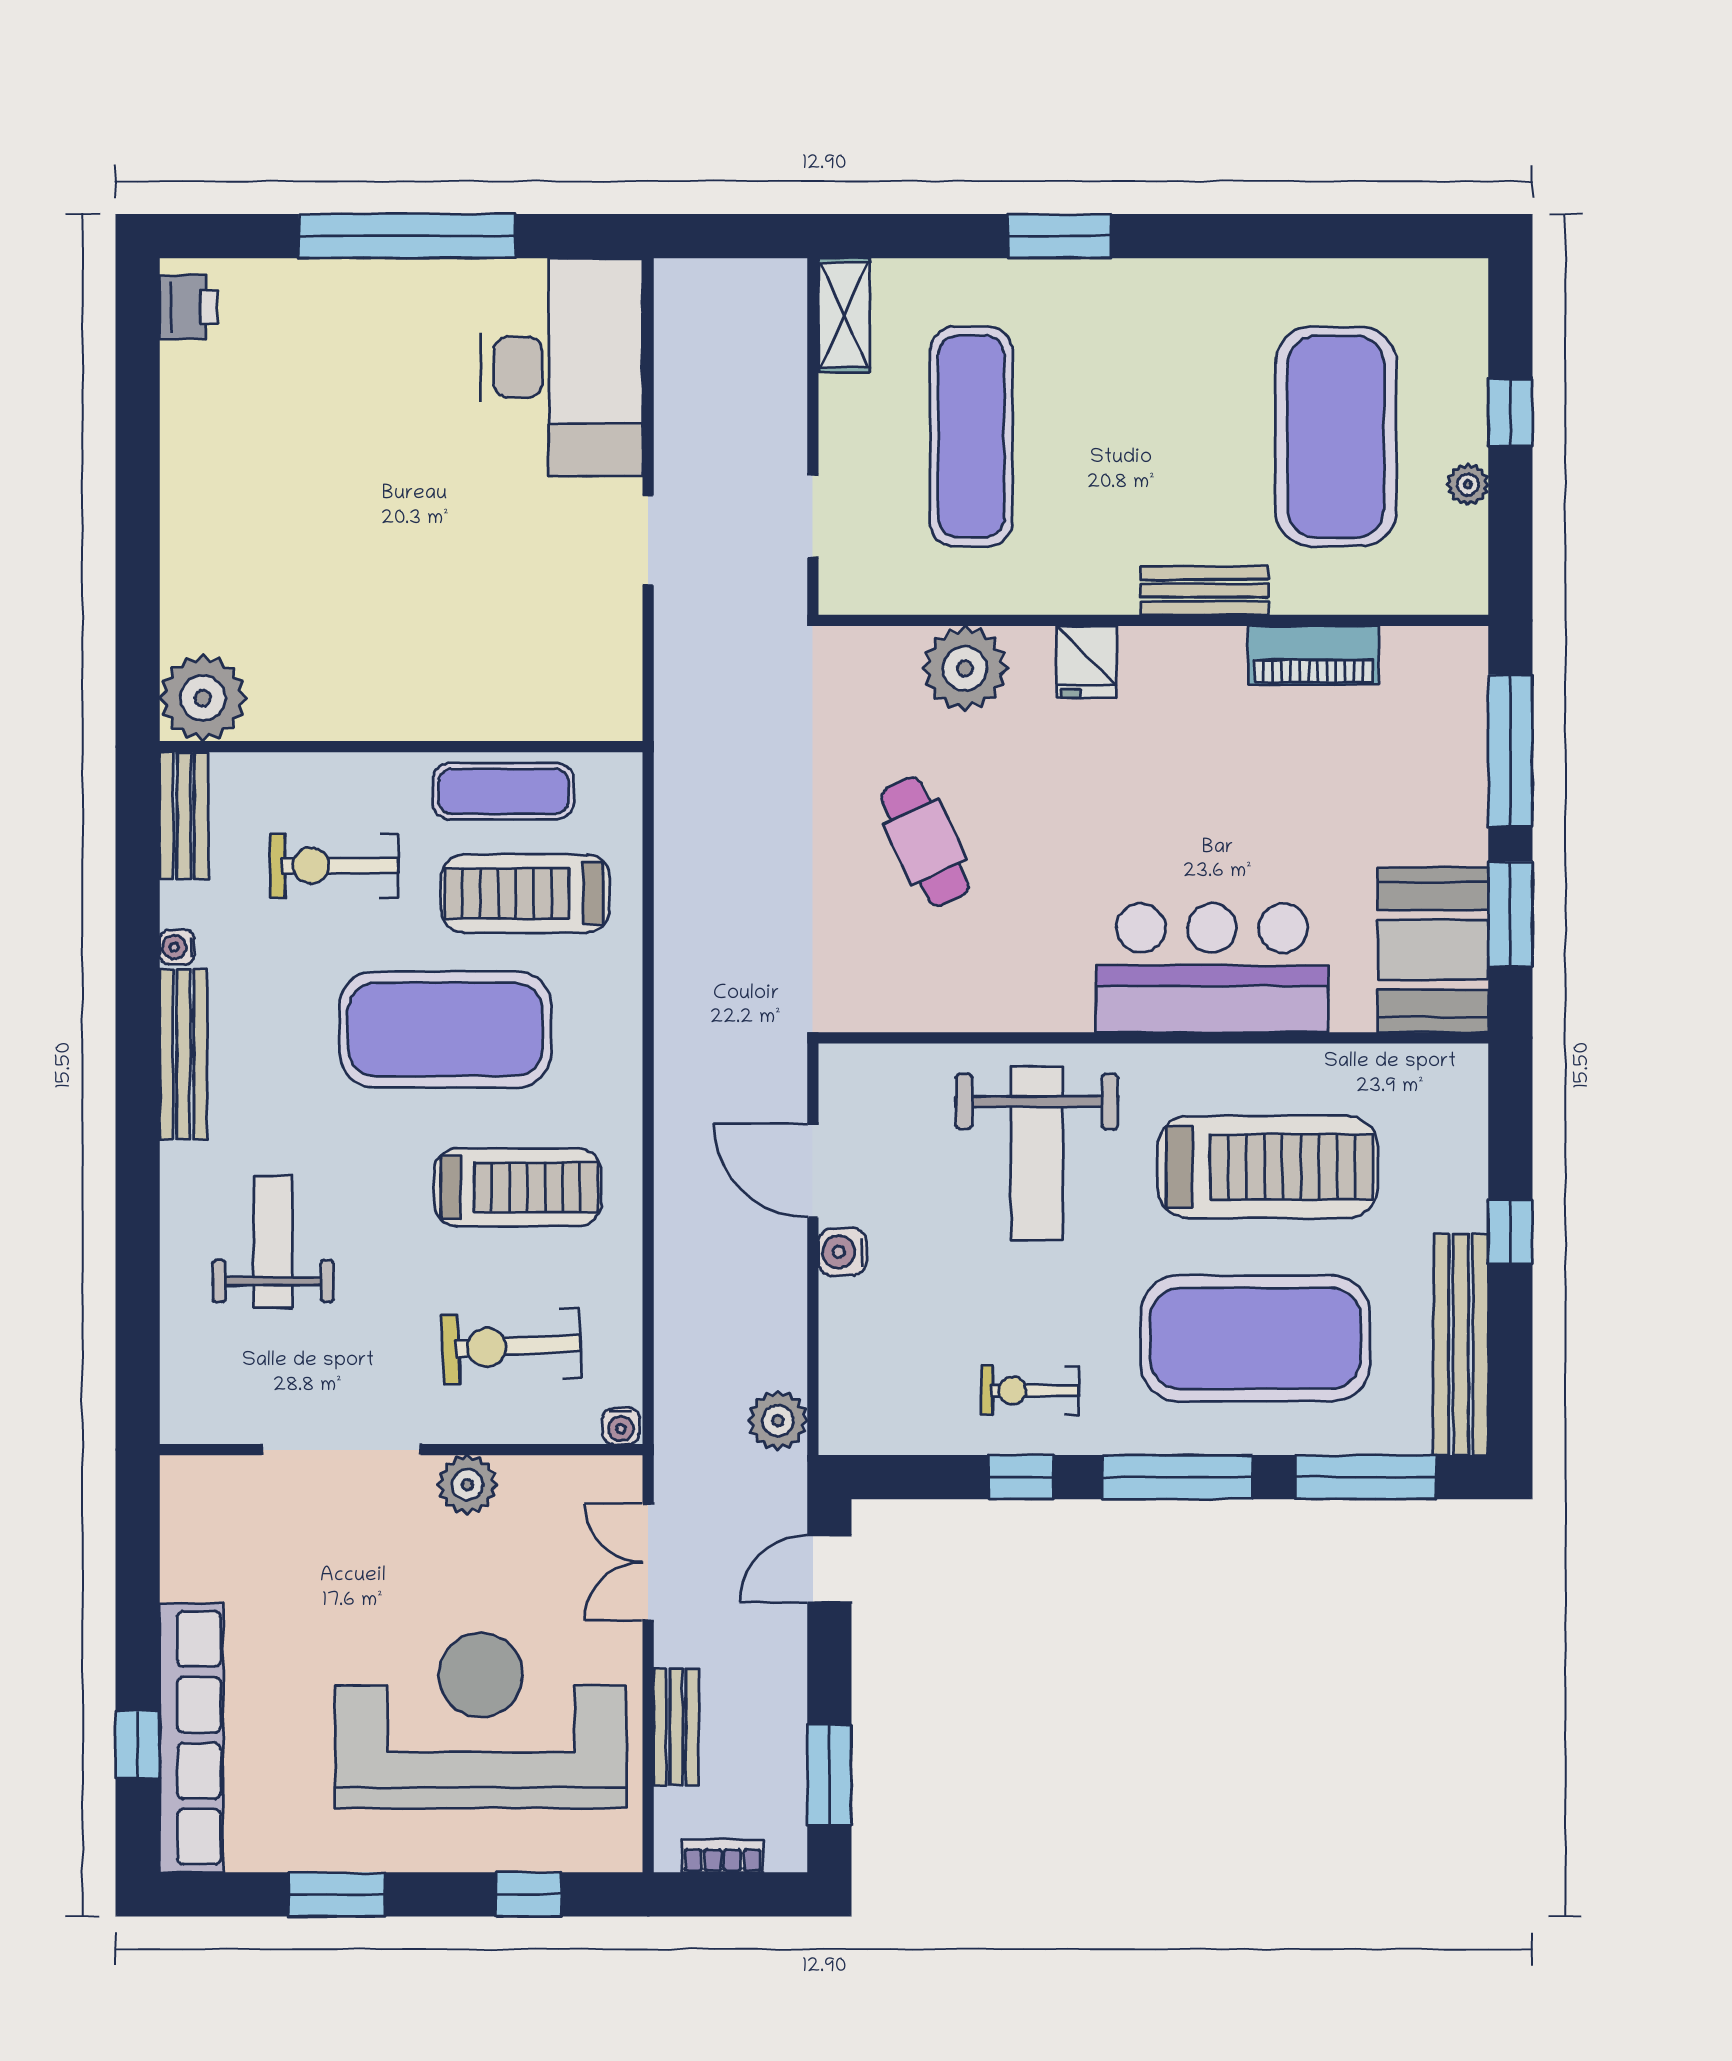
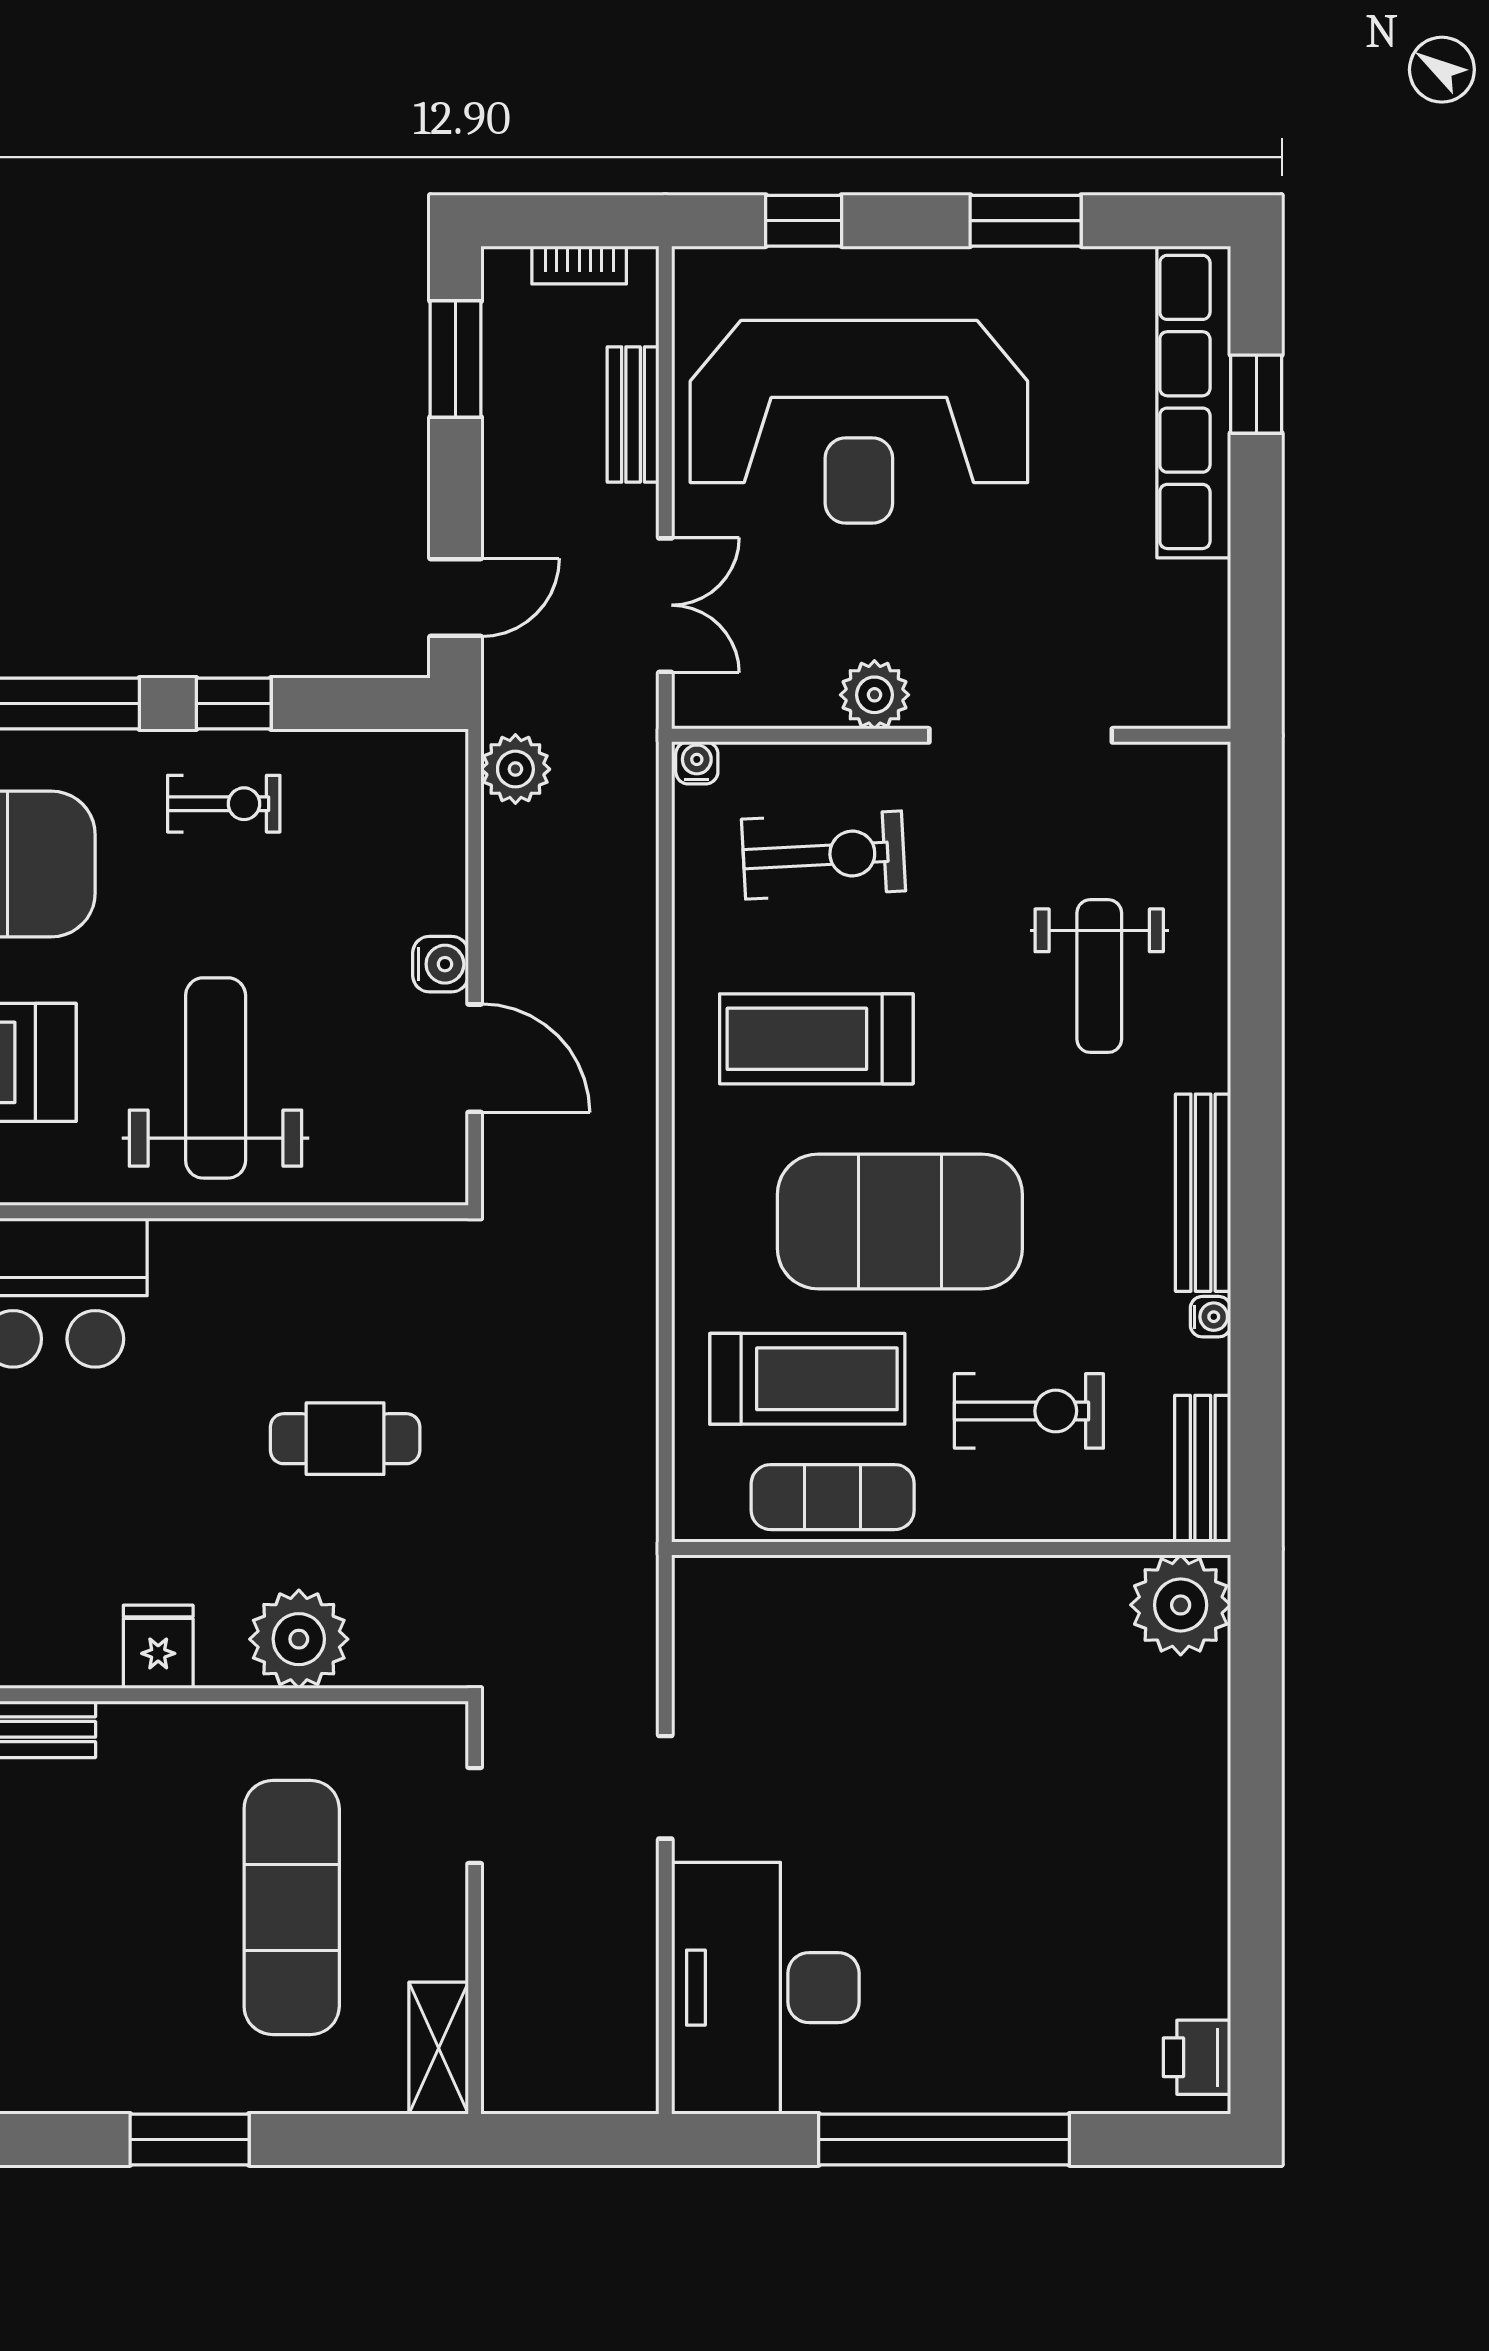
cafe table: (925, 842) -> (345, 1439), turned -65

